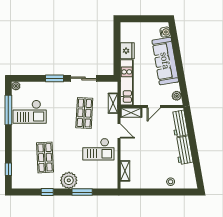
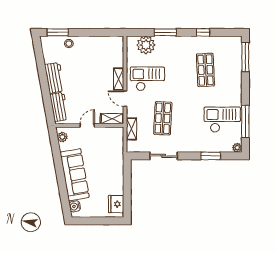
fridge: (127, 51) -> (116, 204), moved
window: (55, 78) -> (211, 156), moved
kitchen unit: (127, 82) -> (117, 152), removed
window: (8, 169) -> (245, 57), width x2.17
shelving: (125, 171) -> (119, 79), moved
plant: (69, 180) -> (146, 45), moved
window: (181, 192) -> (58, 32), added

